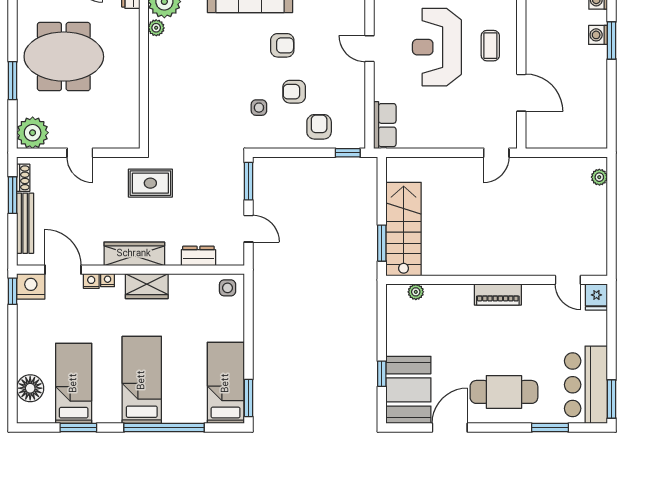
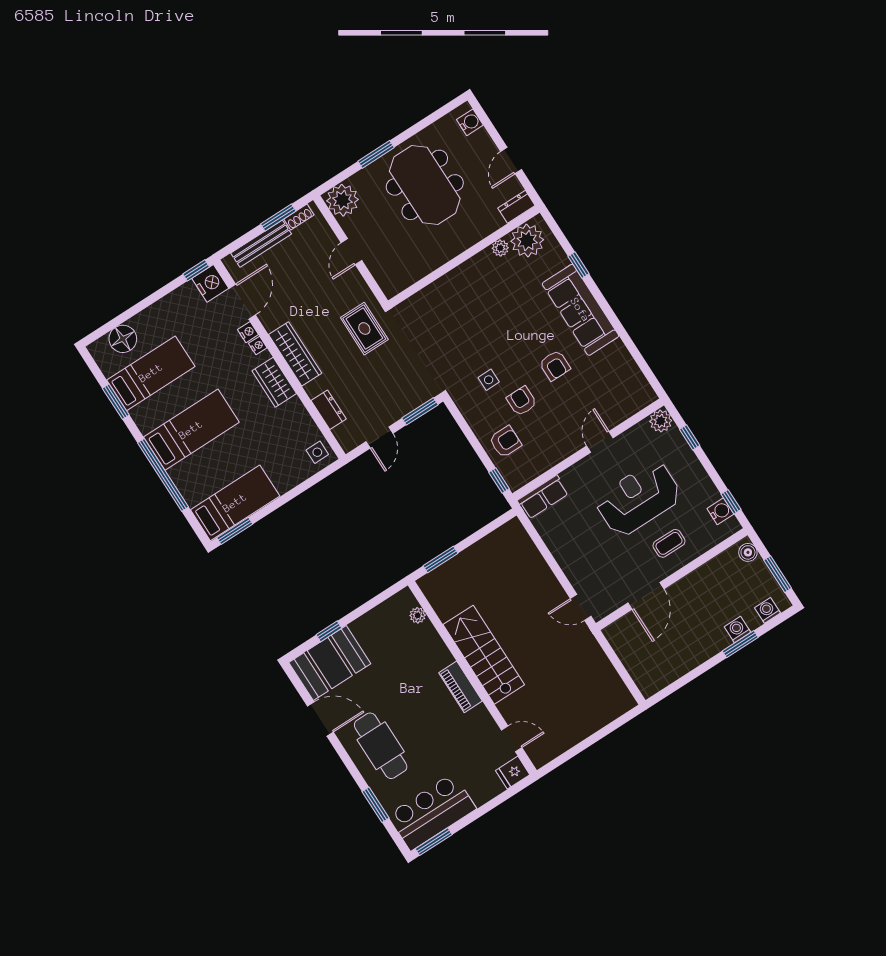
plant: (599, 177) -> (617, 709), removed
stairs: (404, 229) -> (484, 655), moved, turned -90
door: (568, 280) -> (512, 739), swing flipped

